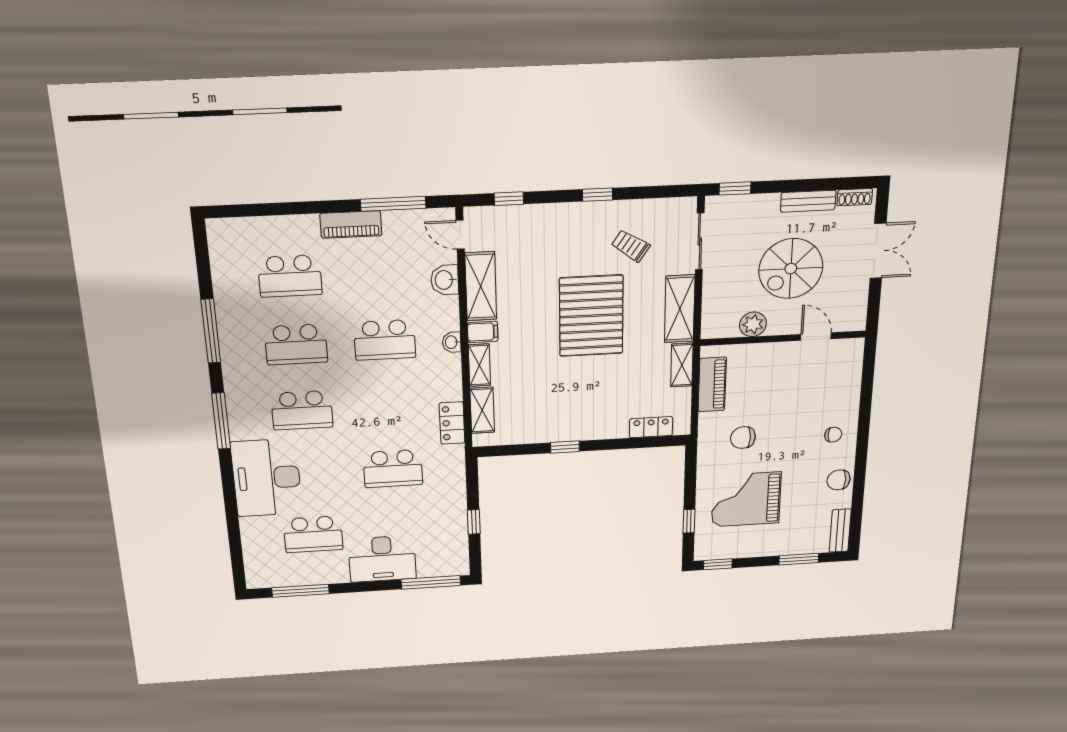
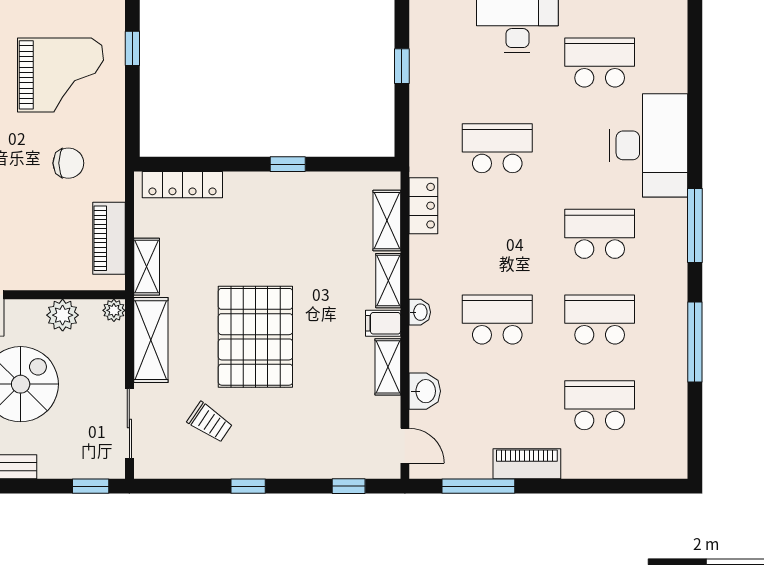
shelving: (481, 286) -> (388, 367), width x0.67, depth x0.75
plant: (710, 330) -> (114, 310), added
locker: (651, 427) -> (182, 185), width x1.53

